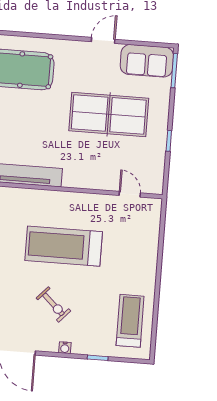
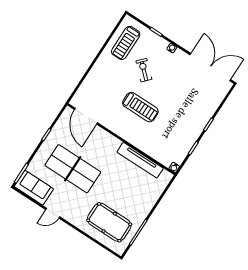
door: (130, 194) -> (86, 116), width x1.87
treadmill: (64, 246) -> (140, 107), width x0.73, depth x0.73
exercise bike: (53, 304) -> (144, 70), moved

